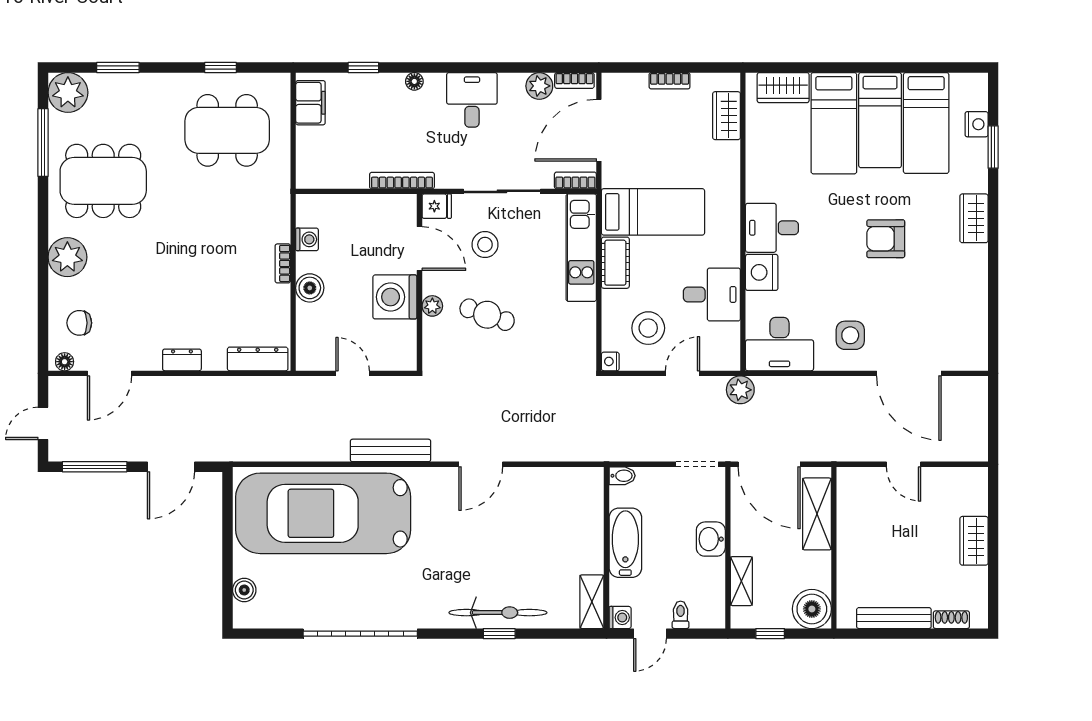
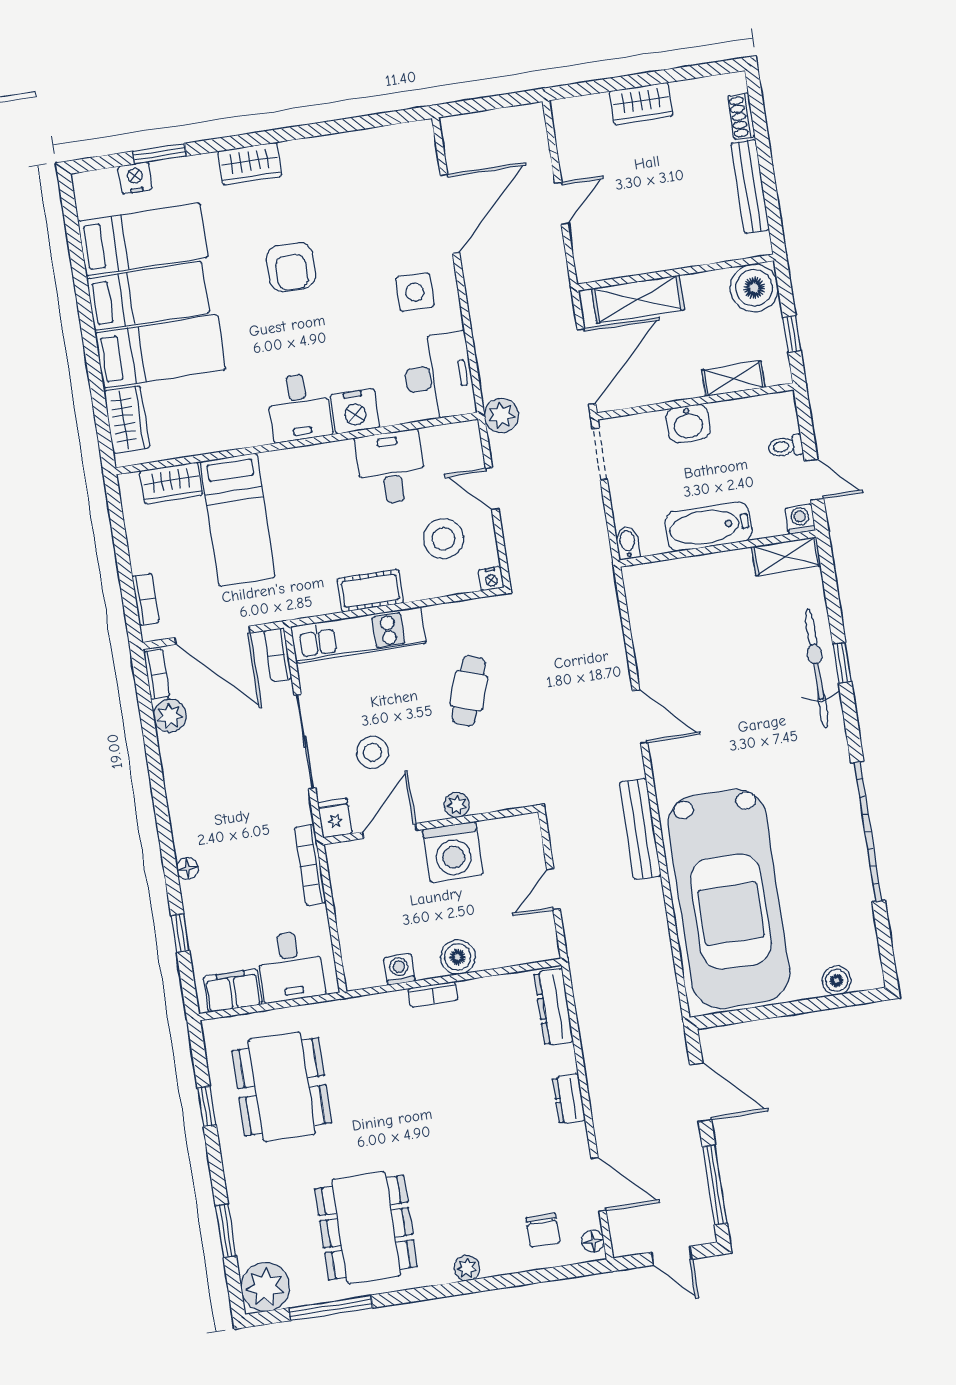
bookcase: (670, 81) -> (146, 599), moved
desk: (472, 100) -> (290, 966), moved, turned -90
bed: (653, 212) -> (238, 520), moved, turned 180
plant: (67, 257) -> (467, 1268), width x0.53, depth x0.53
cafe table: (487, 315) -> (469, 691), moved

